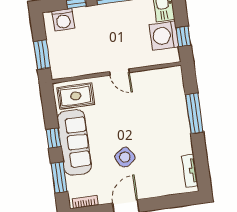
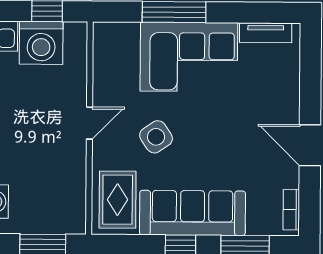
corner sofa: (168, 126) -> (189, 57), added
side table: (125, 157) -> (156, 137), moved

